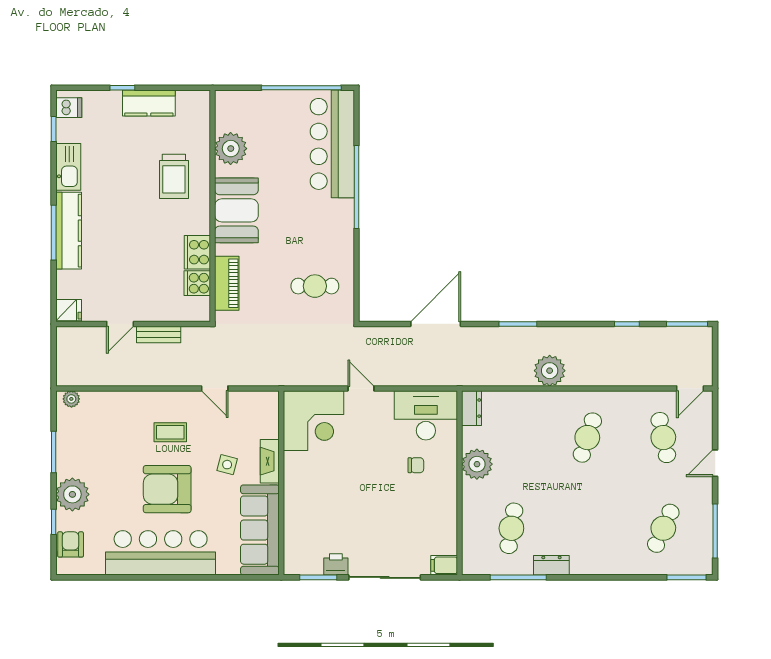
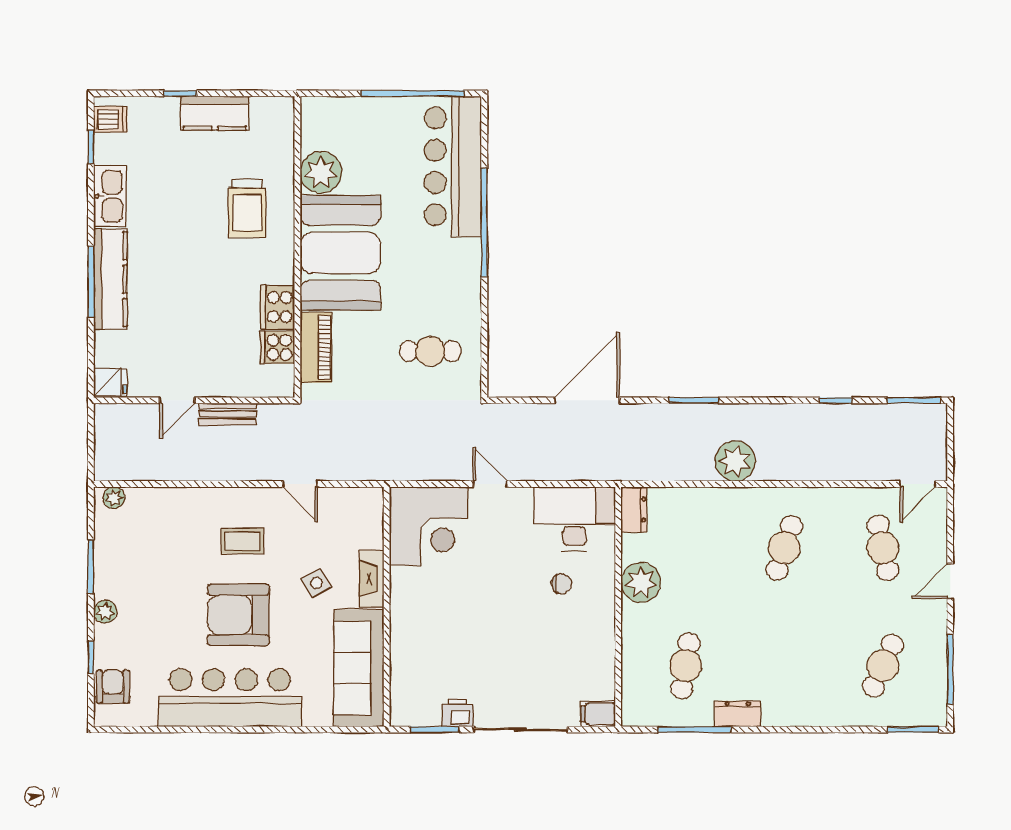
booth: (236, 210) -> (340, 253), width x1.36, depth x1.42
side table: (227, 465) -> (316, 583), turned 45
plant: (72, 494) -> (105, 612), width x0.53, depth x0.53

